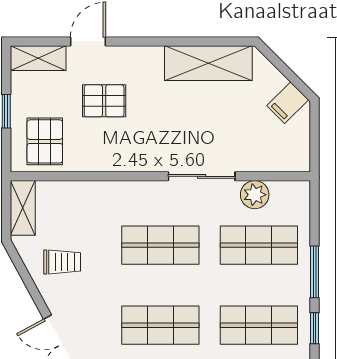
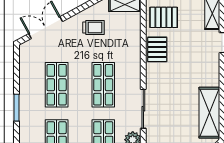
pallet: (104, 101) -> (157, 49), moved
trolley: (62, 262) -> (93, 27), turned -90

